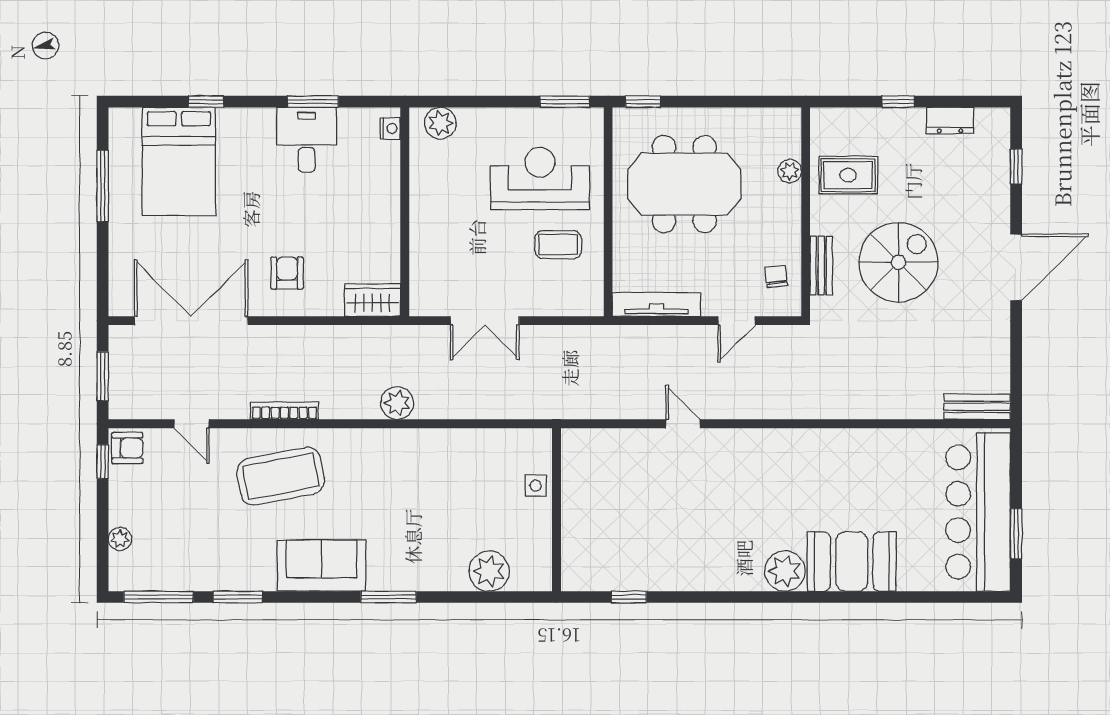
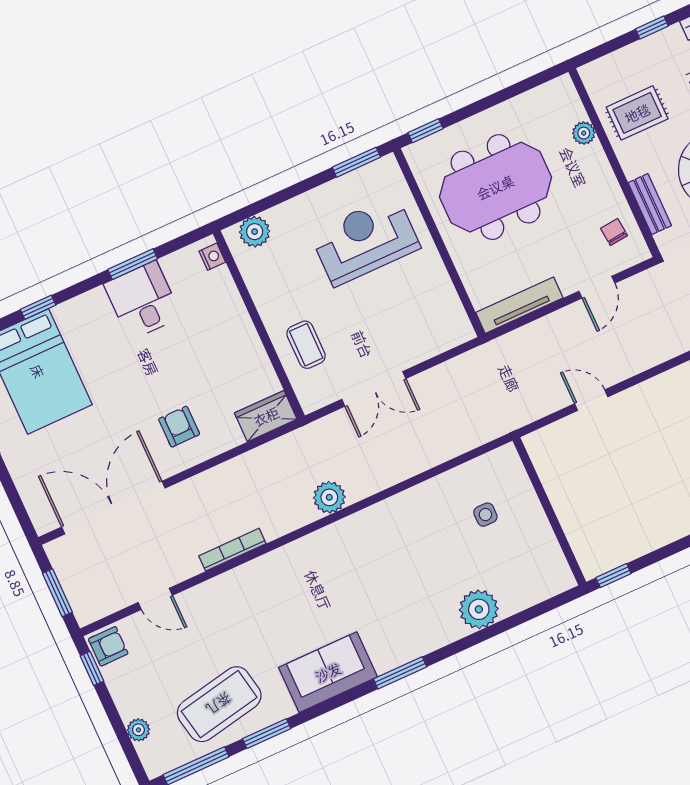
coffee table: (558, 245) -> (306, 345), moved, turned 90
coffee table: (281, 476) -> (219, 704), moved
wall: (557, 510) -> (549, 511), moved

